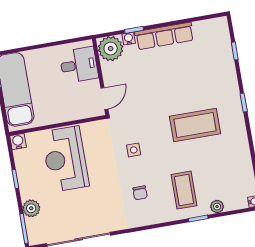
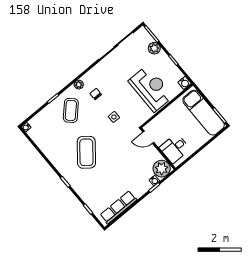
row of seats: (164, 36) -> (118, 207), moved
door: (104, 99) -> (148, 137), hinge flipped
coffee table: (195, 125) -> (86, 152), turned -51
coffee table: (184, 190) -> (71, 110), turned 44
plant: (217, 207) -> (79, 85), moved

